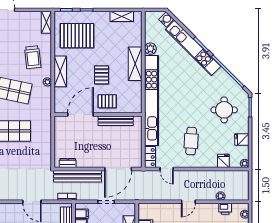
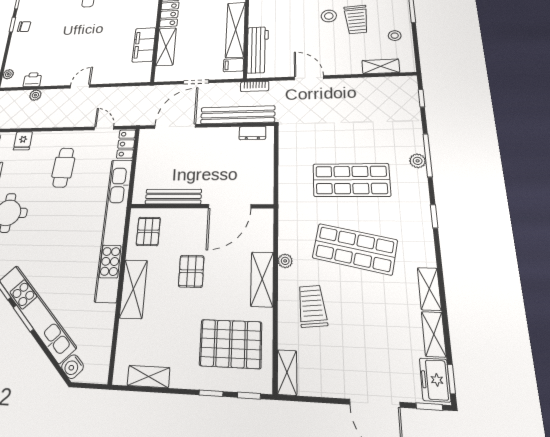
plant: (150, 49) -> (106, 314), removed
pallet: (107, 101) -> (148, 231), moved, turned 90

